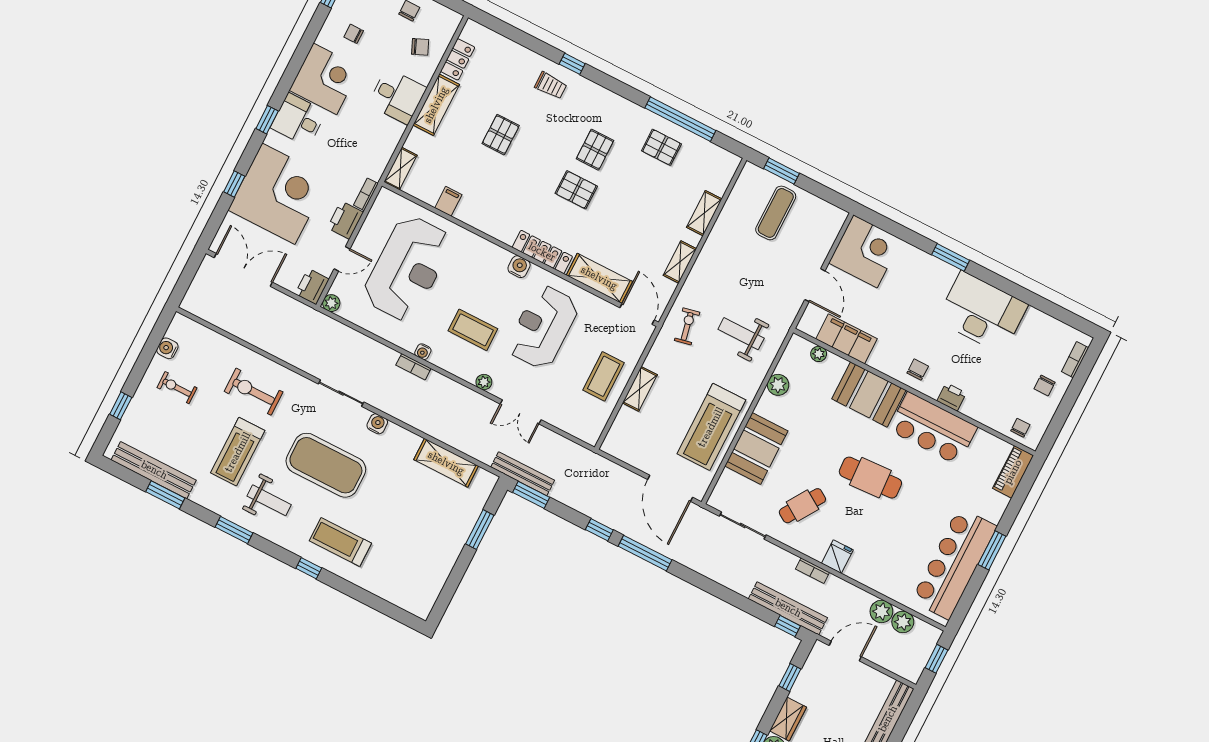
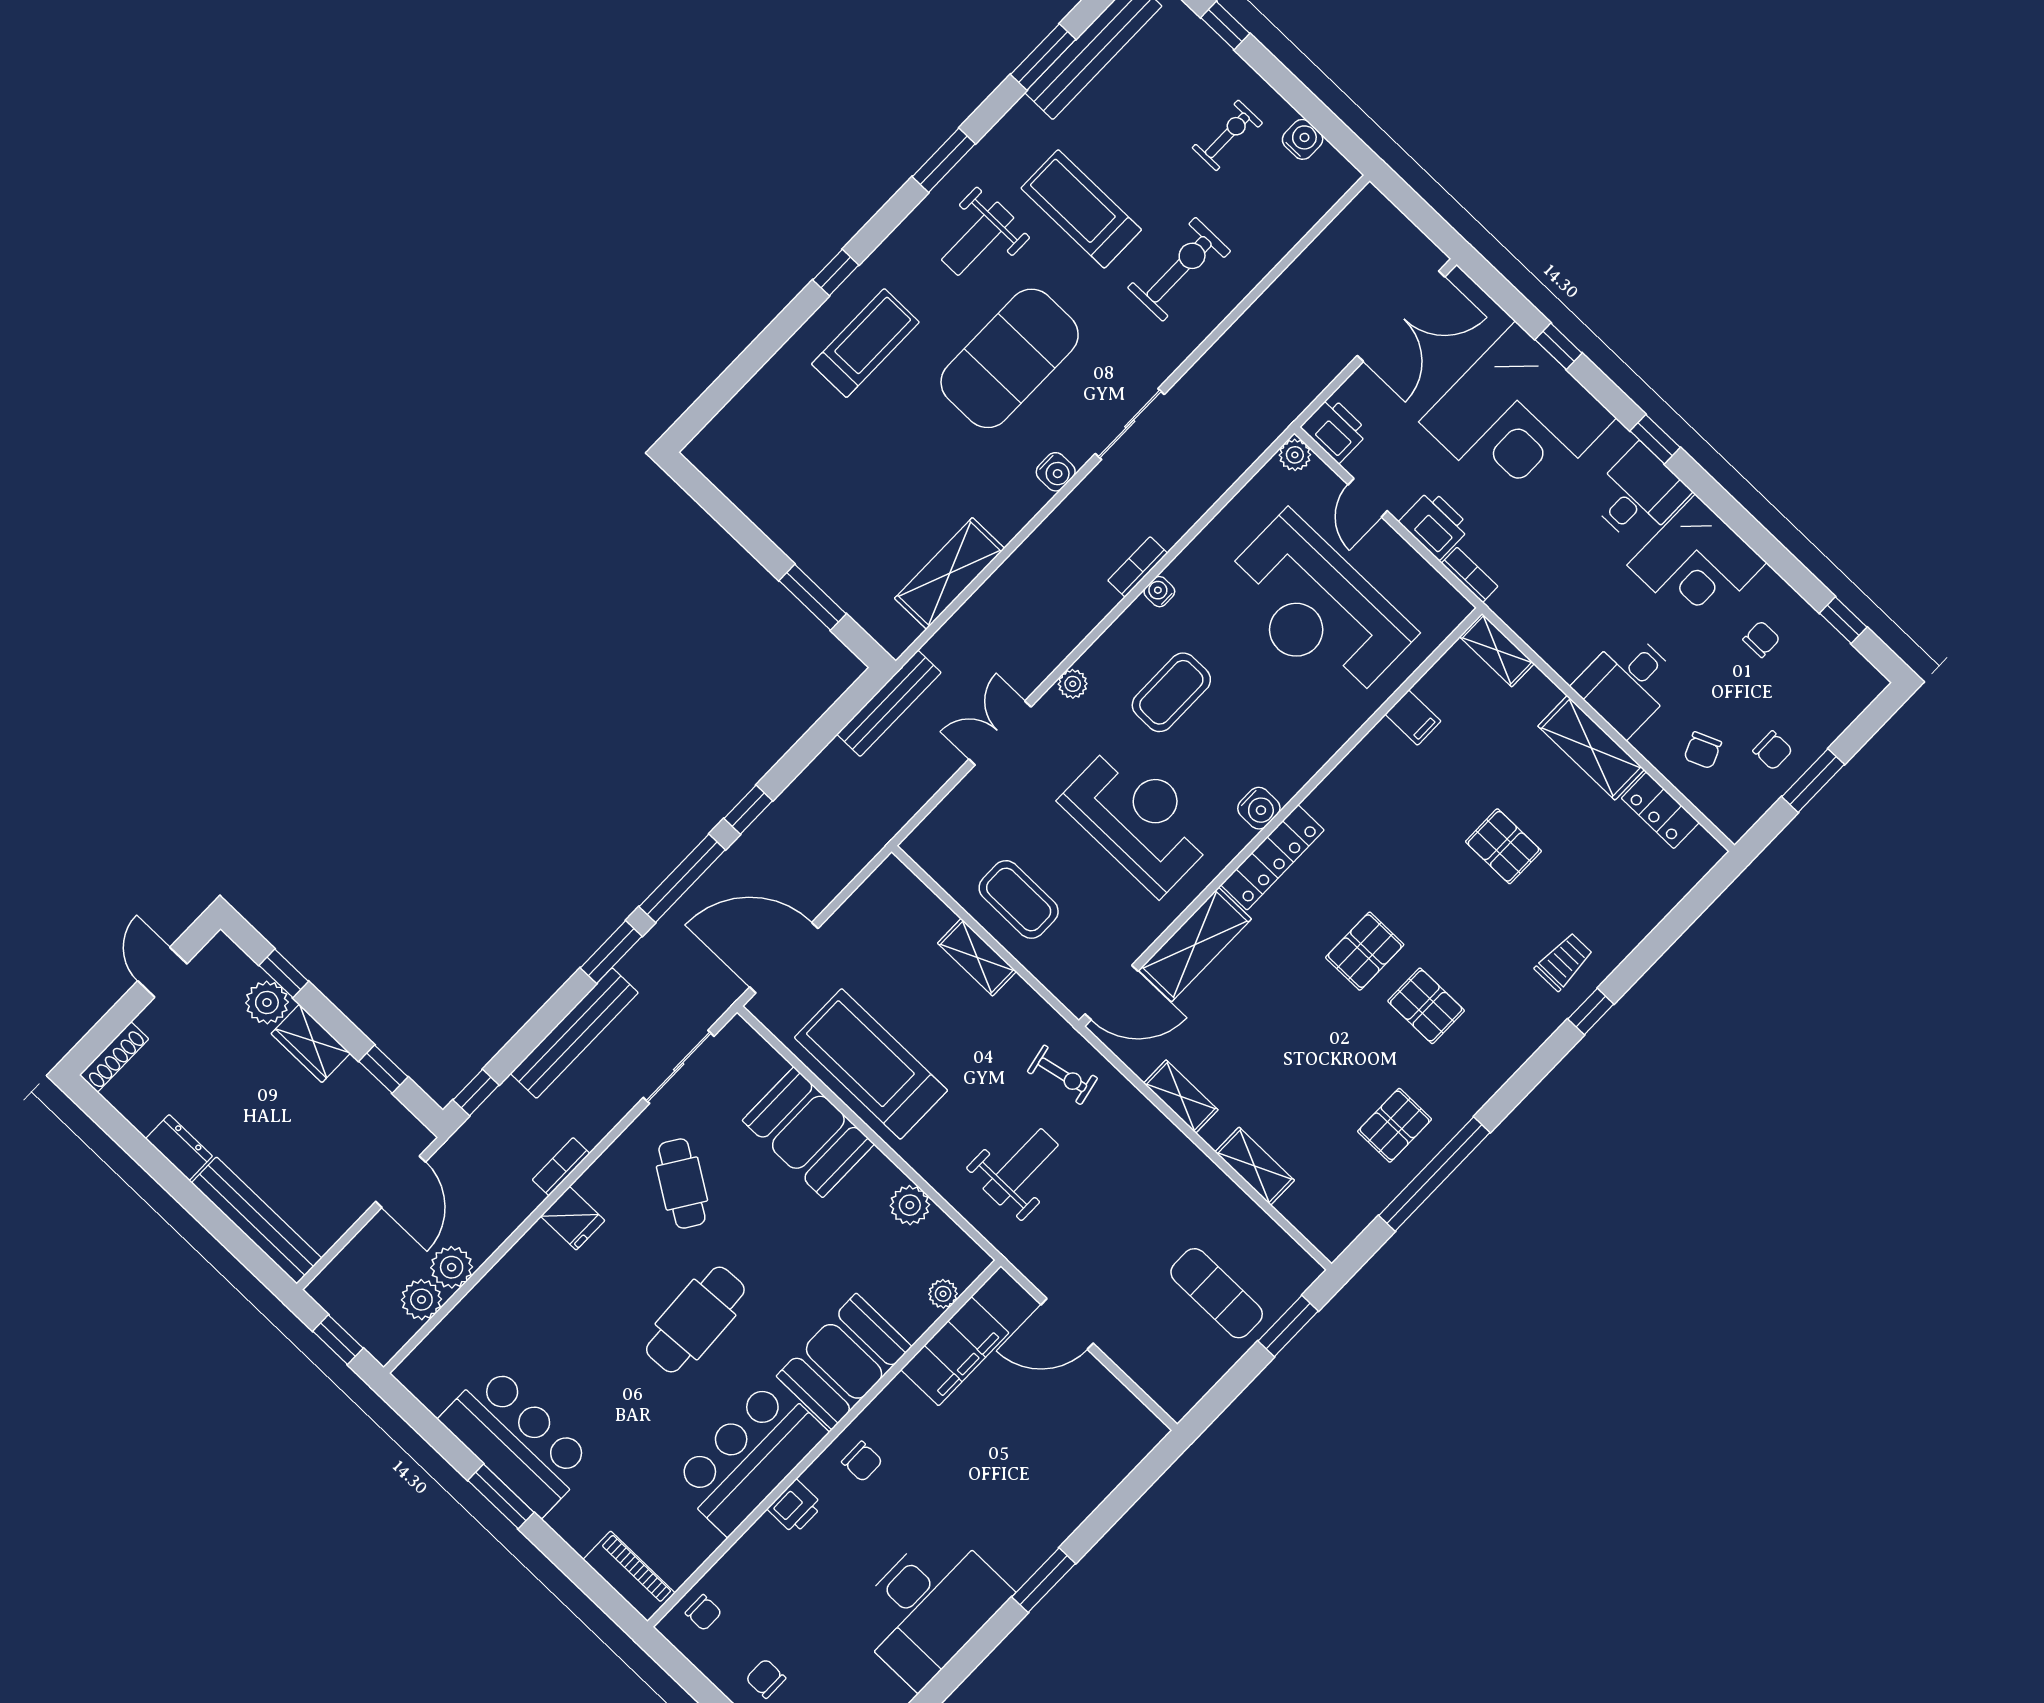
trolley: (551, 85) -> (1564, 962), turned 180
corner desk: (865, 251) -> (1100, 1432), removed
window: (531, 495) -> (611, 952), moved
bar counter: (954, 563) -> (517, 1440), width x0.73
bench: (788, 608) -> (574, 1033), moved

